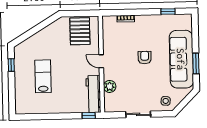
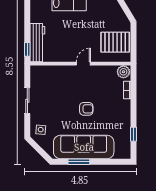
plant: (110, 86) -> (123, 72), moved
workbench: (93, 94) -> (37, 43), moved, turned 90

